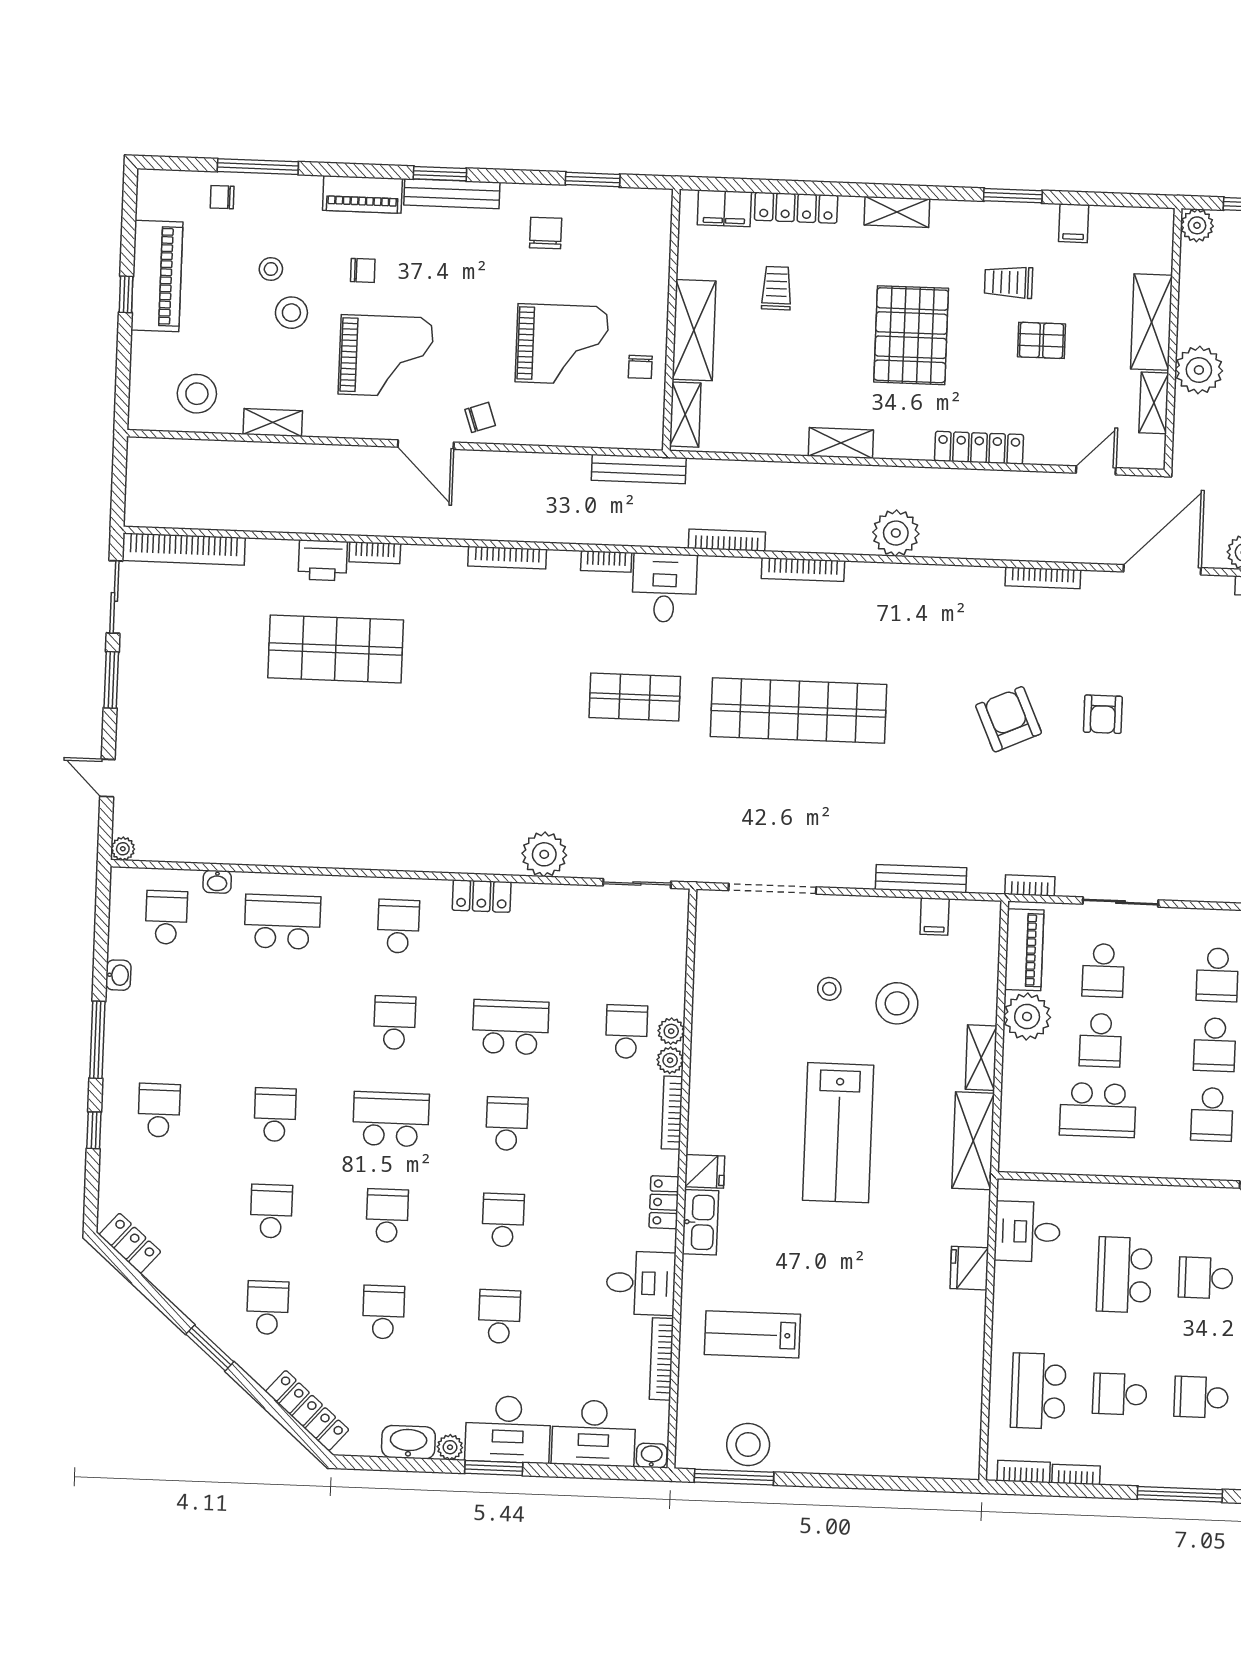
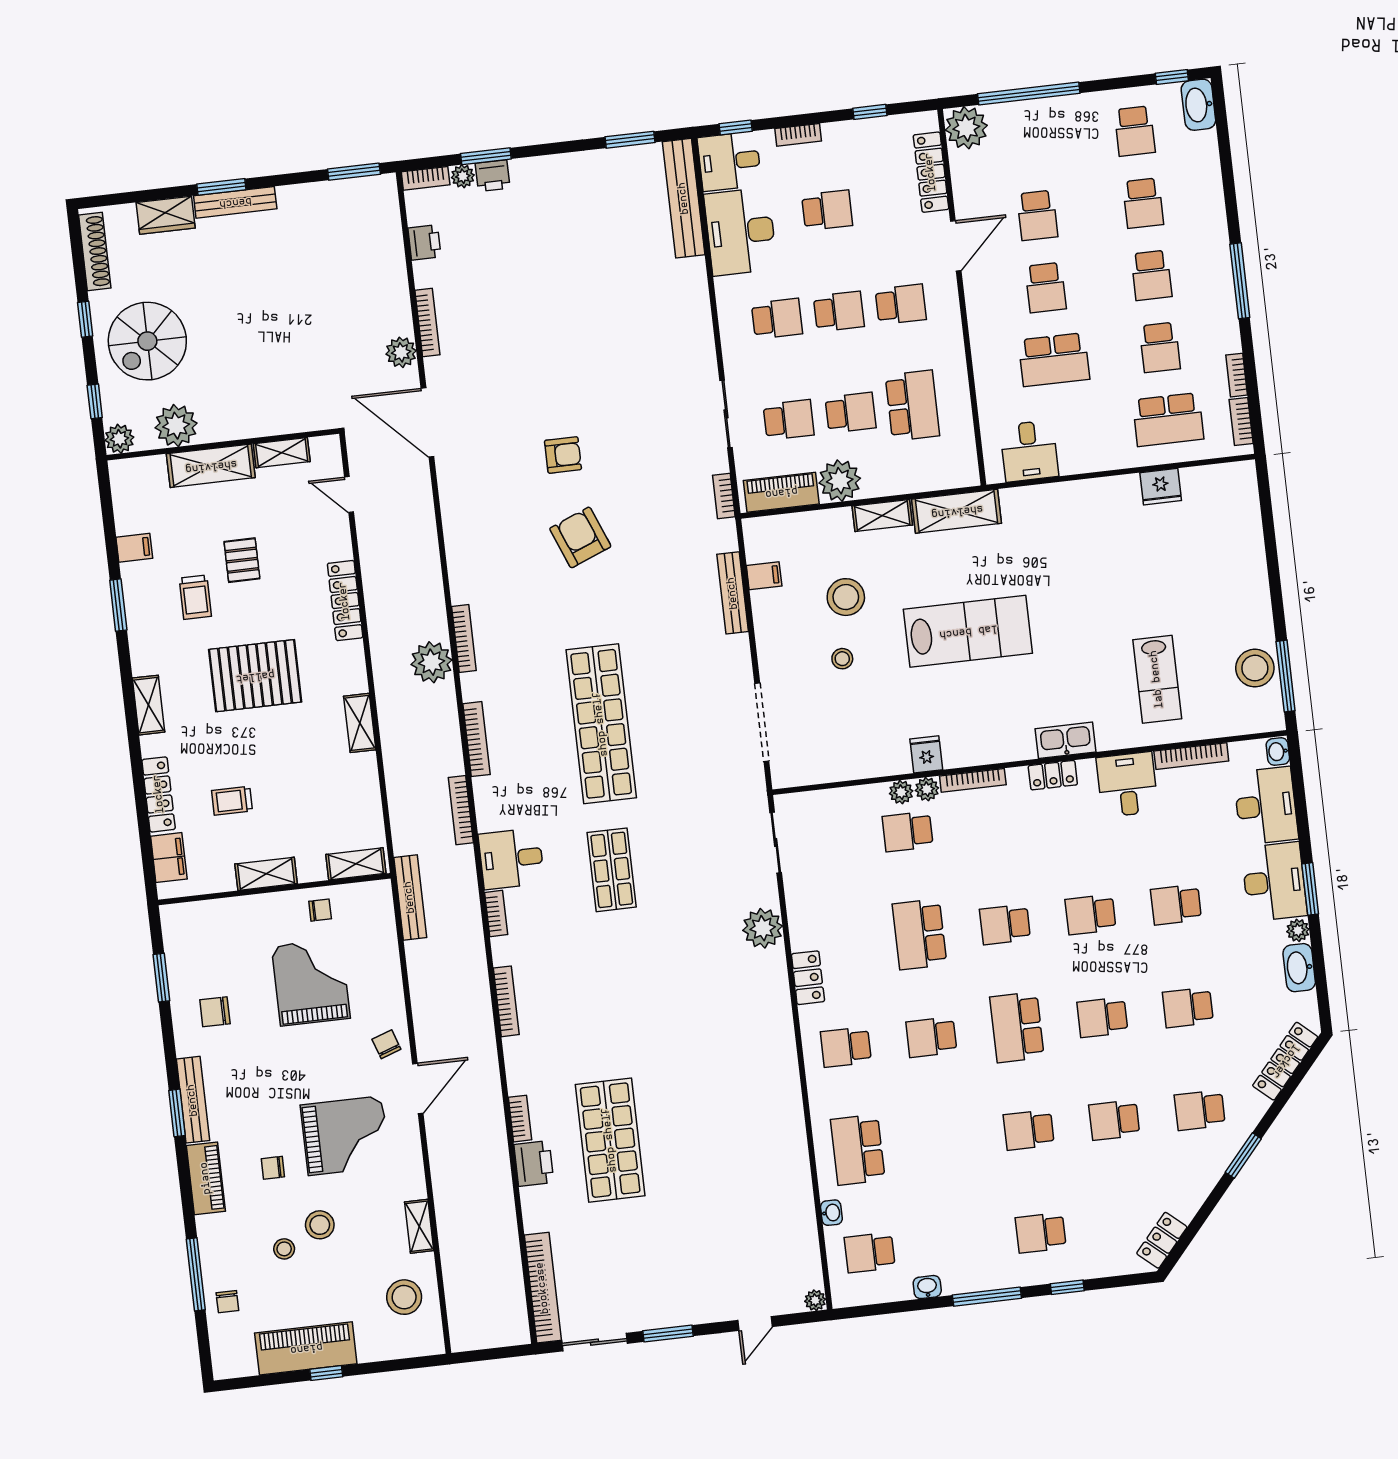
chair: (363, 270) -> (273, 1168), turned -90
shelving: (694, 330) -> (266, 874), width x0.67, depth x0.75
grand piano: (386, 356) -> (345, 1136), turned 90
plant: (1199, 370) -> (176, 426), moved
bookcase: (1043, 578) -> (464, 639), moved
armchair: (1009, 719) -> (580, 537), turned 92
fridge: (705, 1171) -> (926, 754), moved
fridge: (969, 1268) -> (1161, 487), moved

